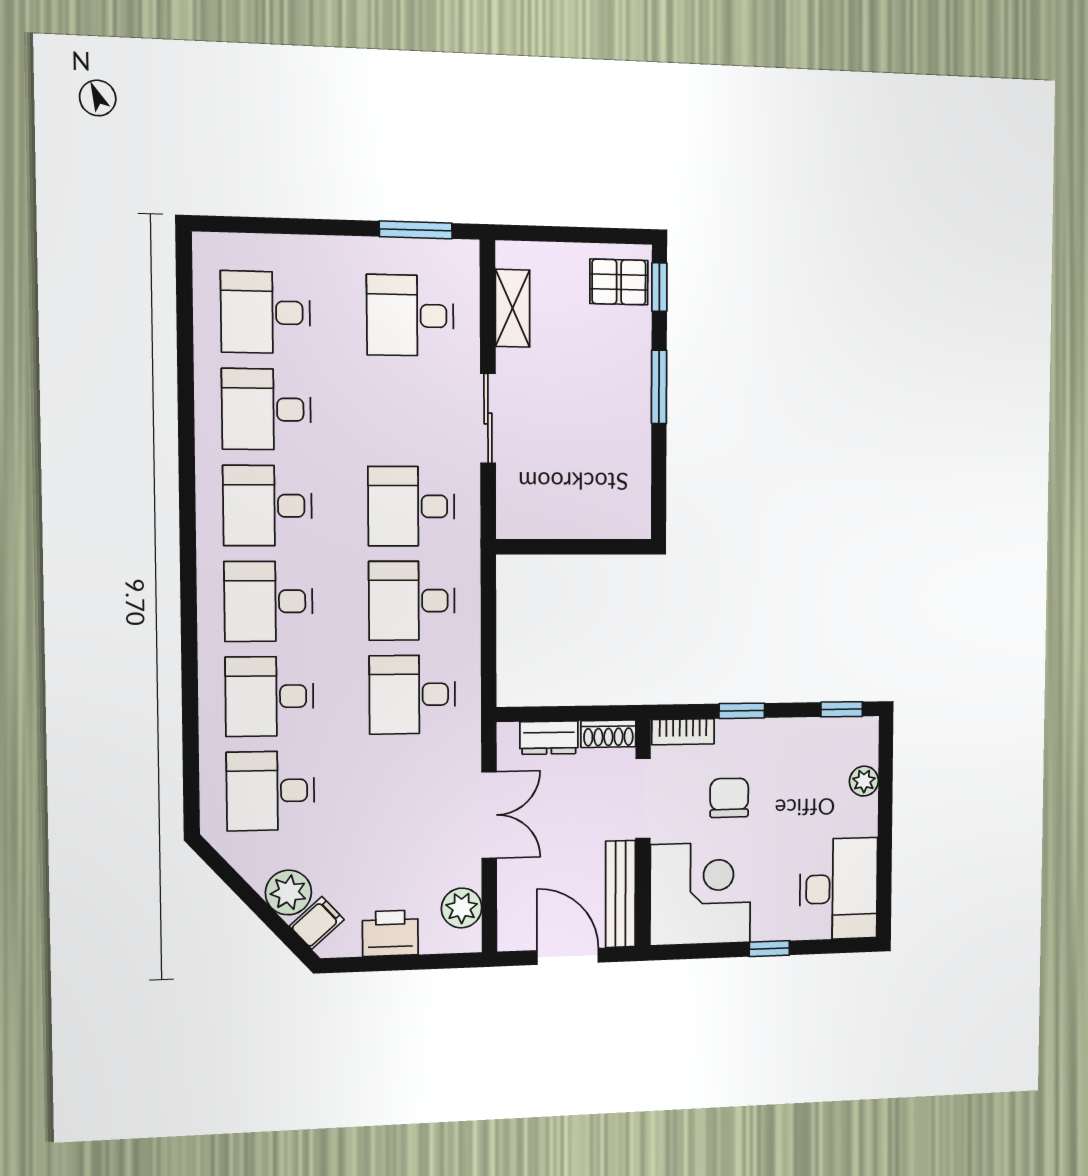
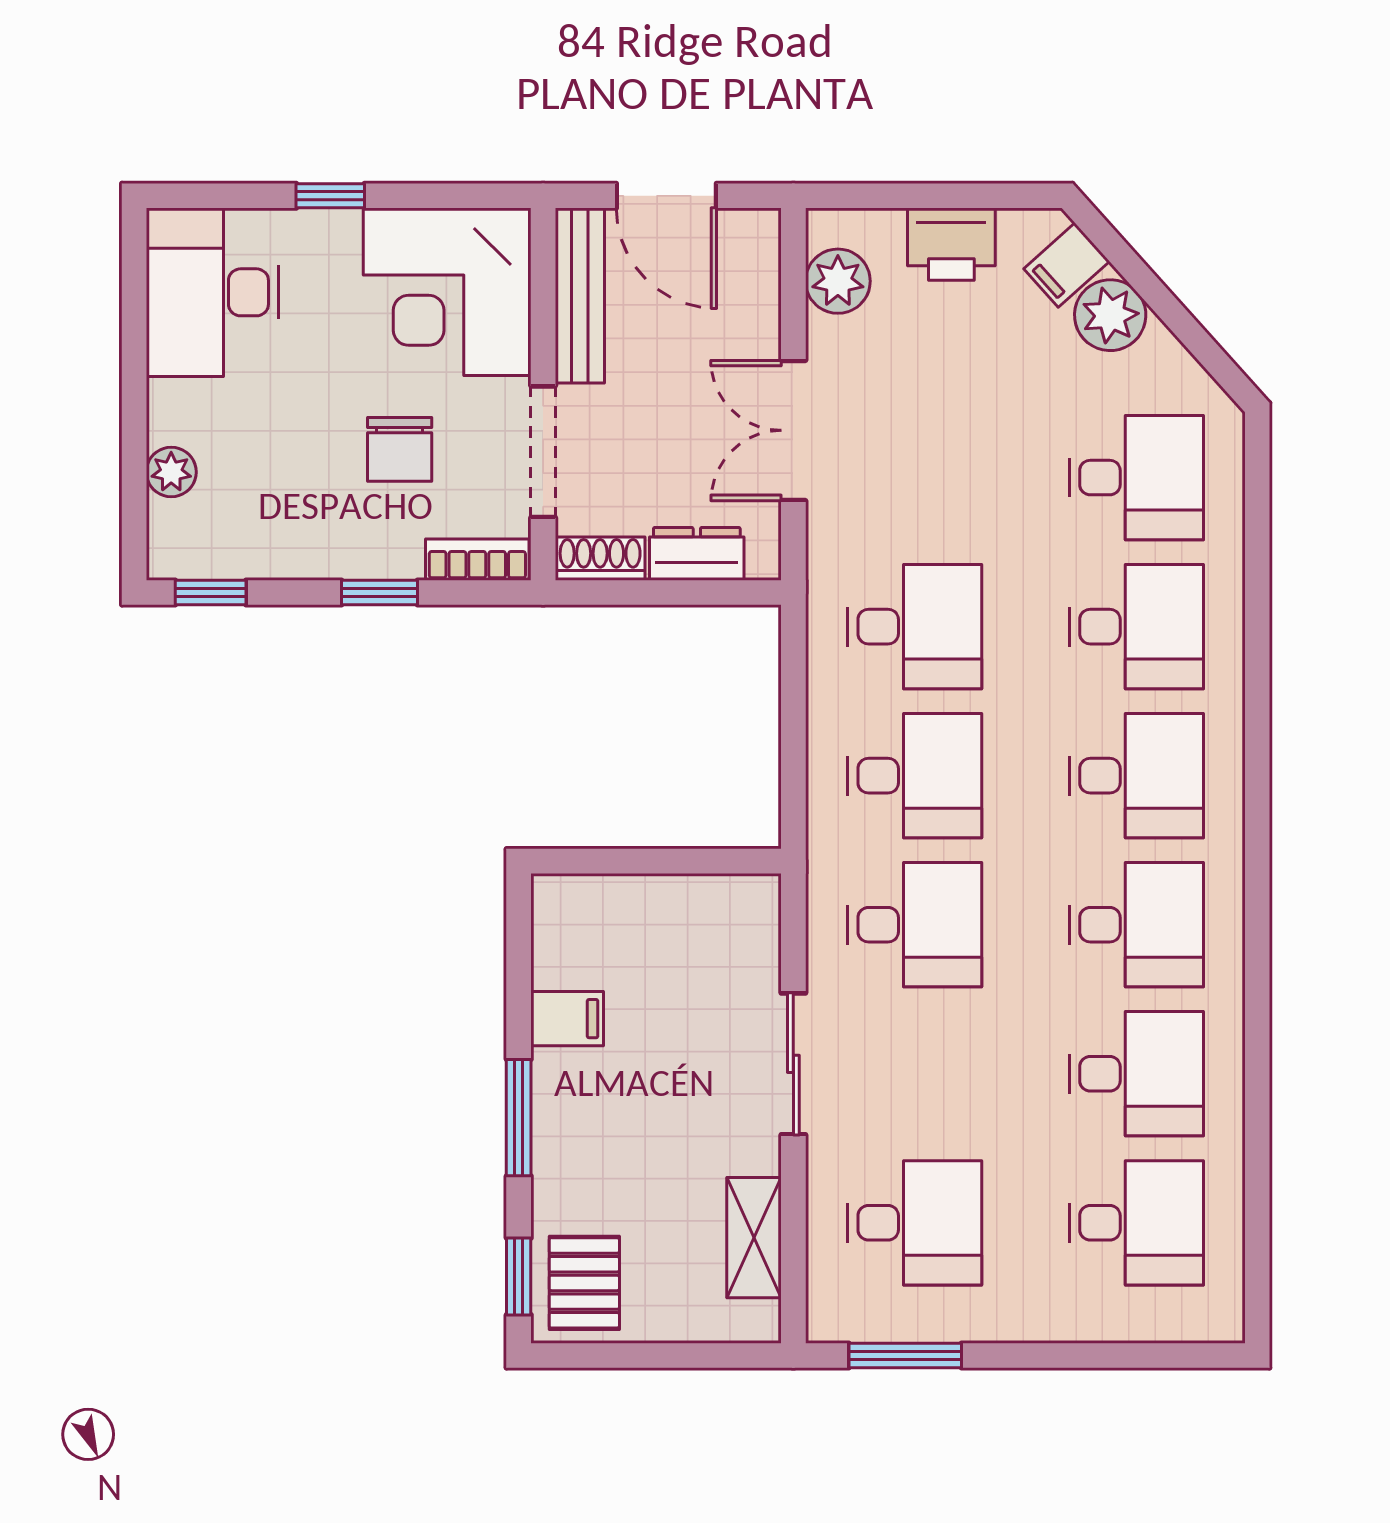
pallet: (619, 282) -> (584, 1283), turned 90
filing cabinet: (629, 449) -> (567, 1019), added

